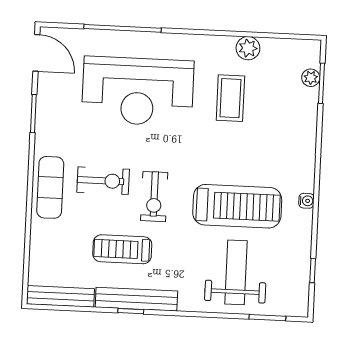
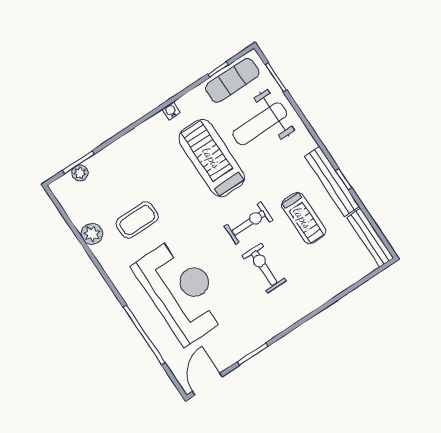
exercise mat: (50, 187) -> (232, 80), moved

